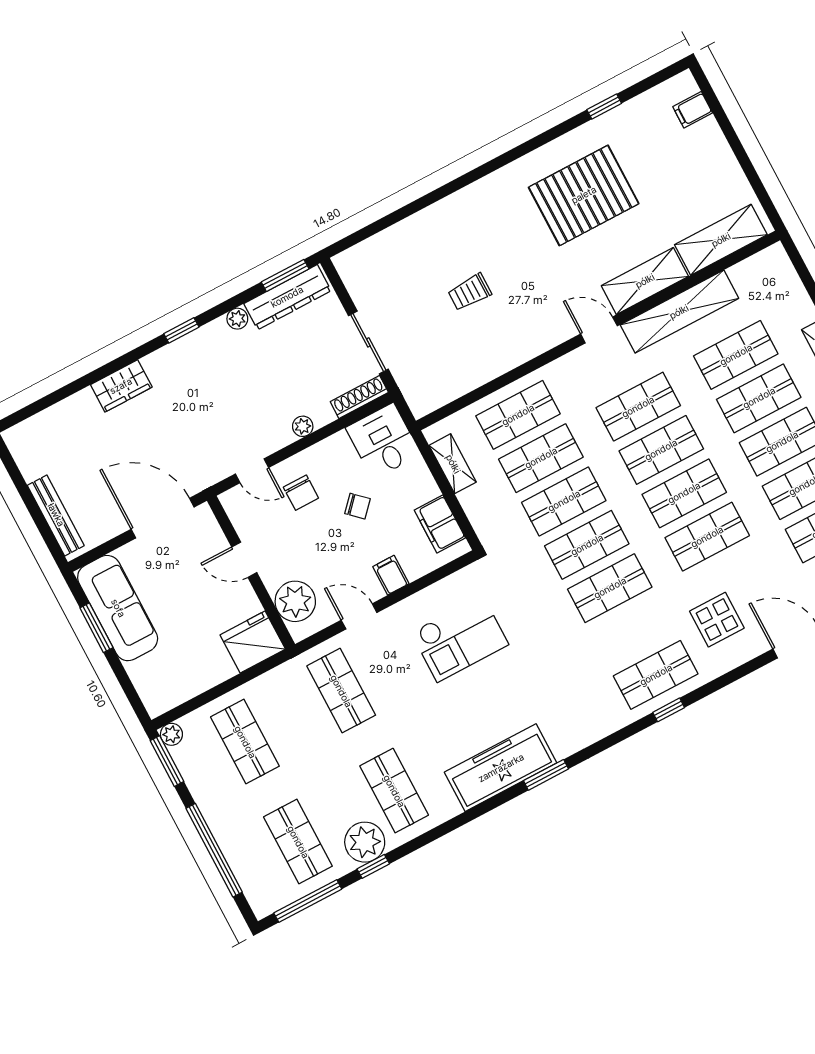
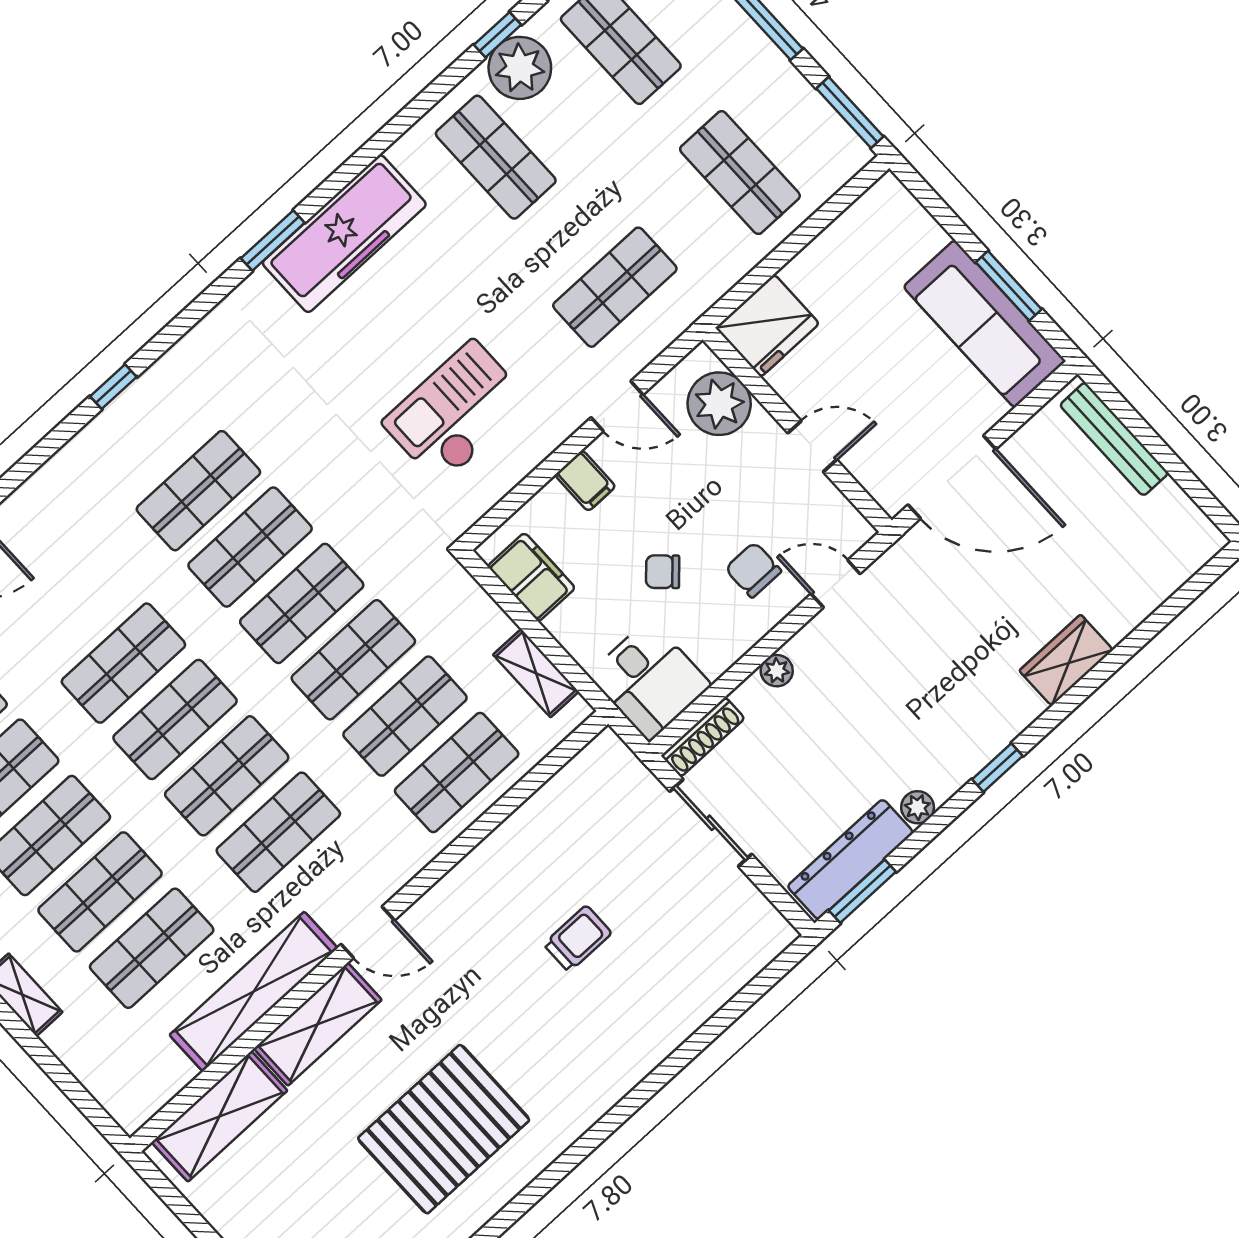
display table: (717, 620) -> (76, 542), removed
shop shelf: (656, 675) -> (198, 491), moved
shop shelf: (341, 691) -> (615, 287), turned 90
plant: (171, 734) -> (854, 154), removed

